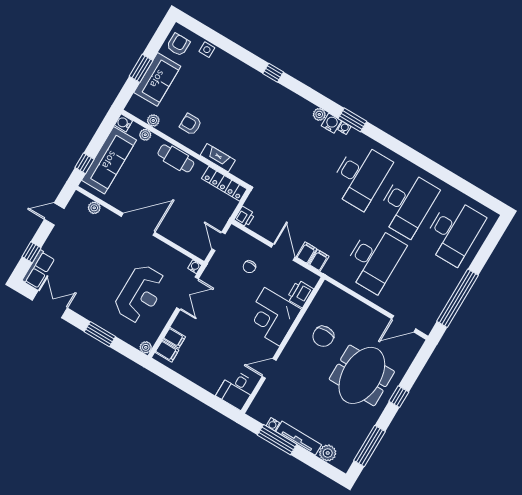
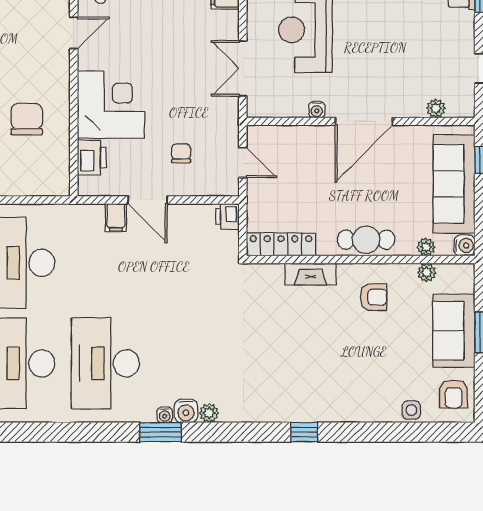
filing cabinet: (319, 260) -> (93, 217), removed
water cooler: (195, 267) -> (317, 110), moved

